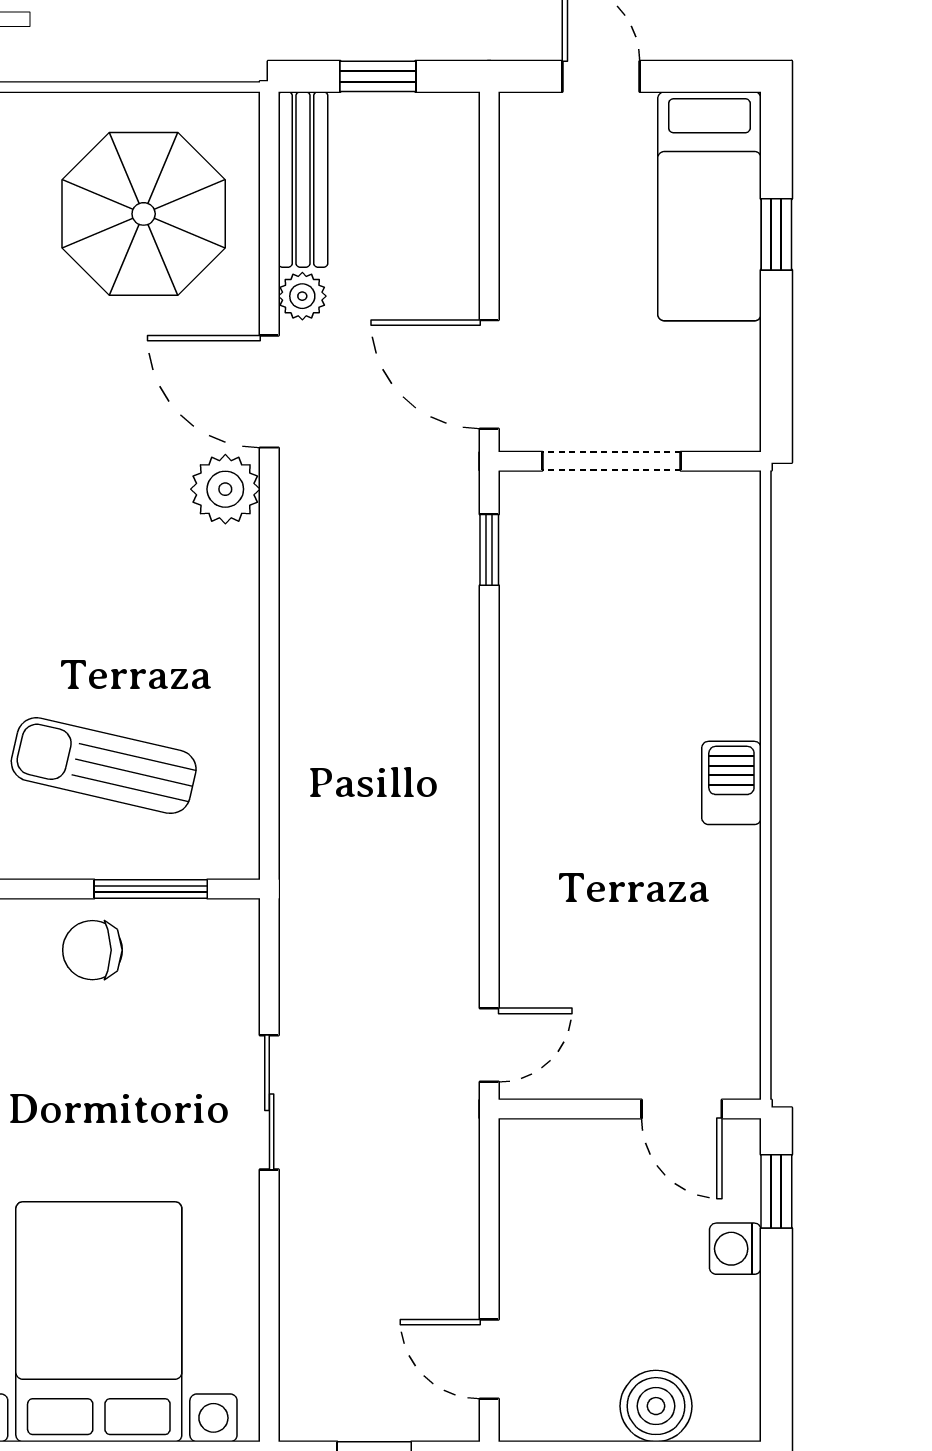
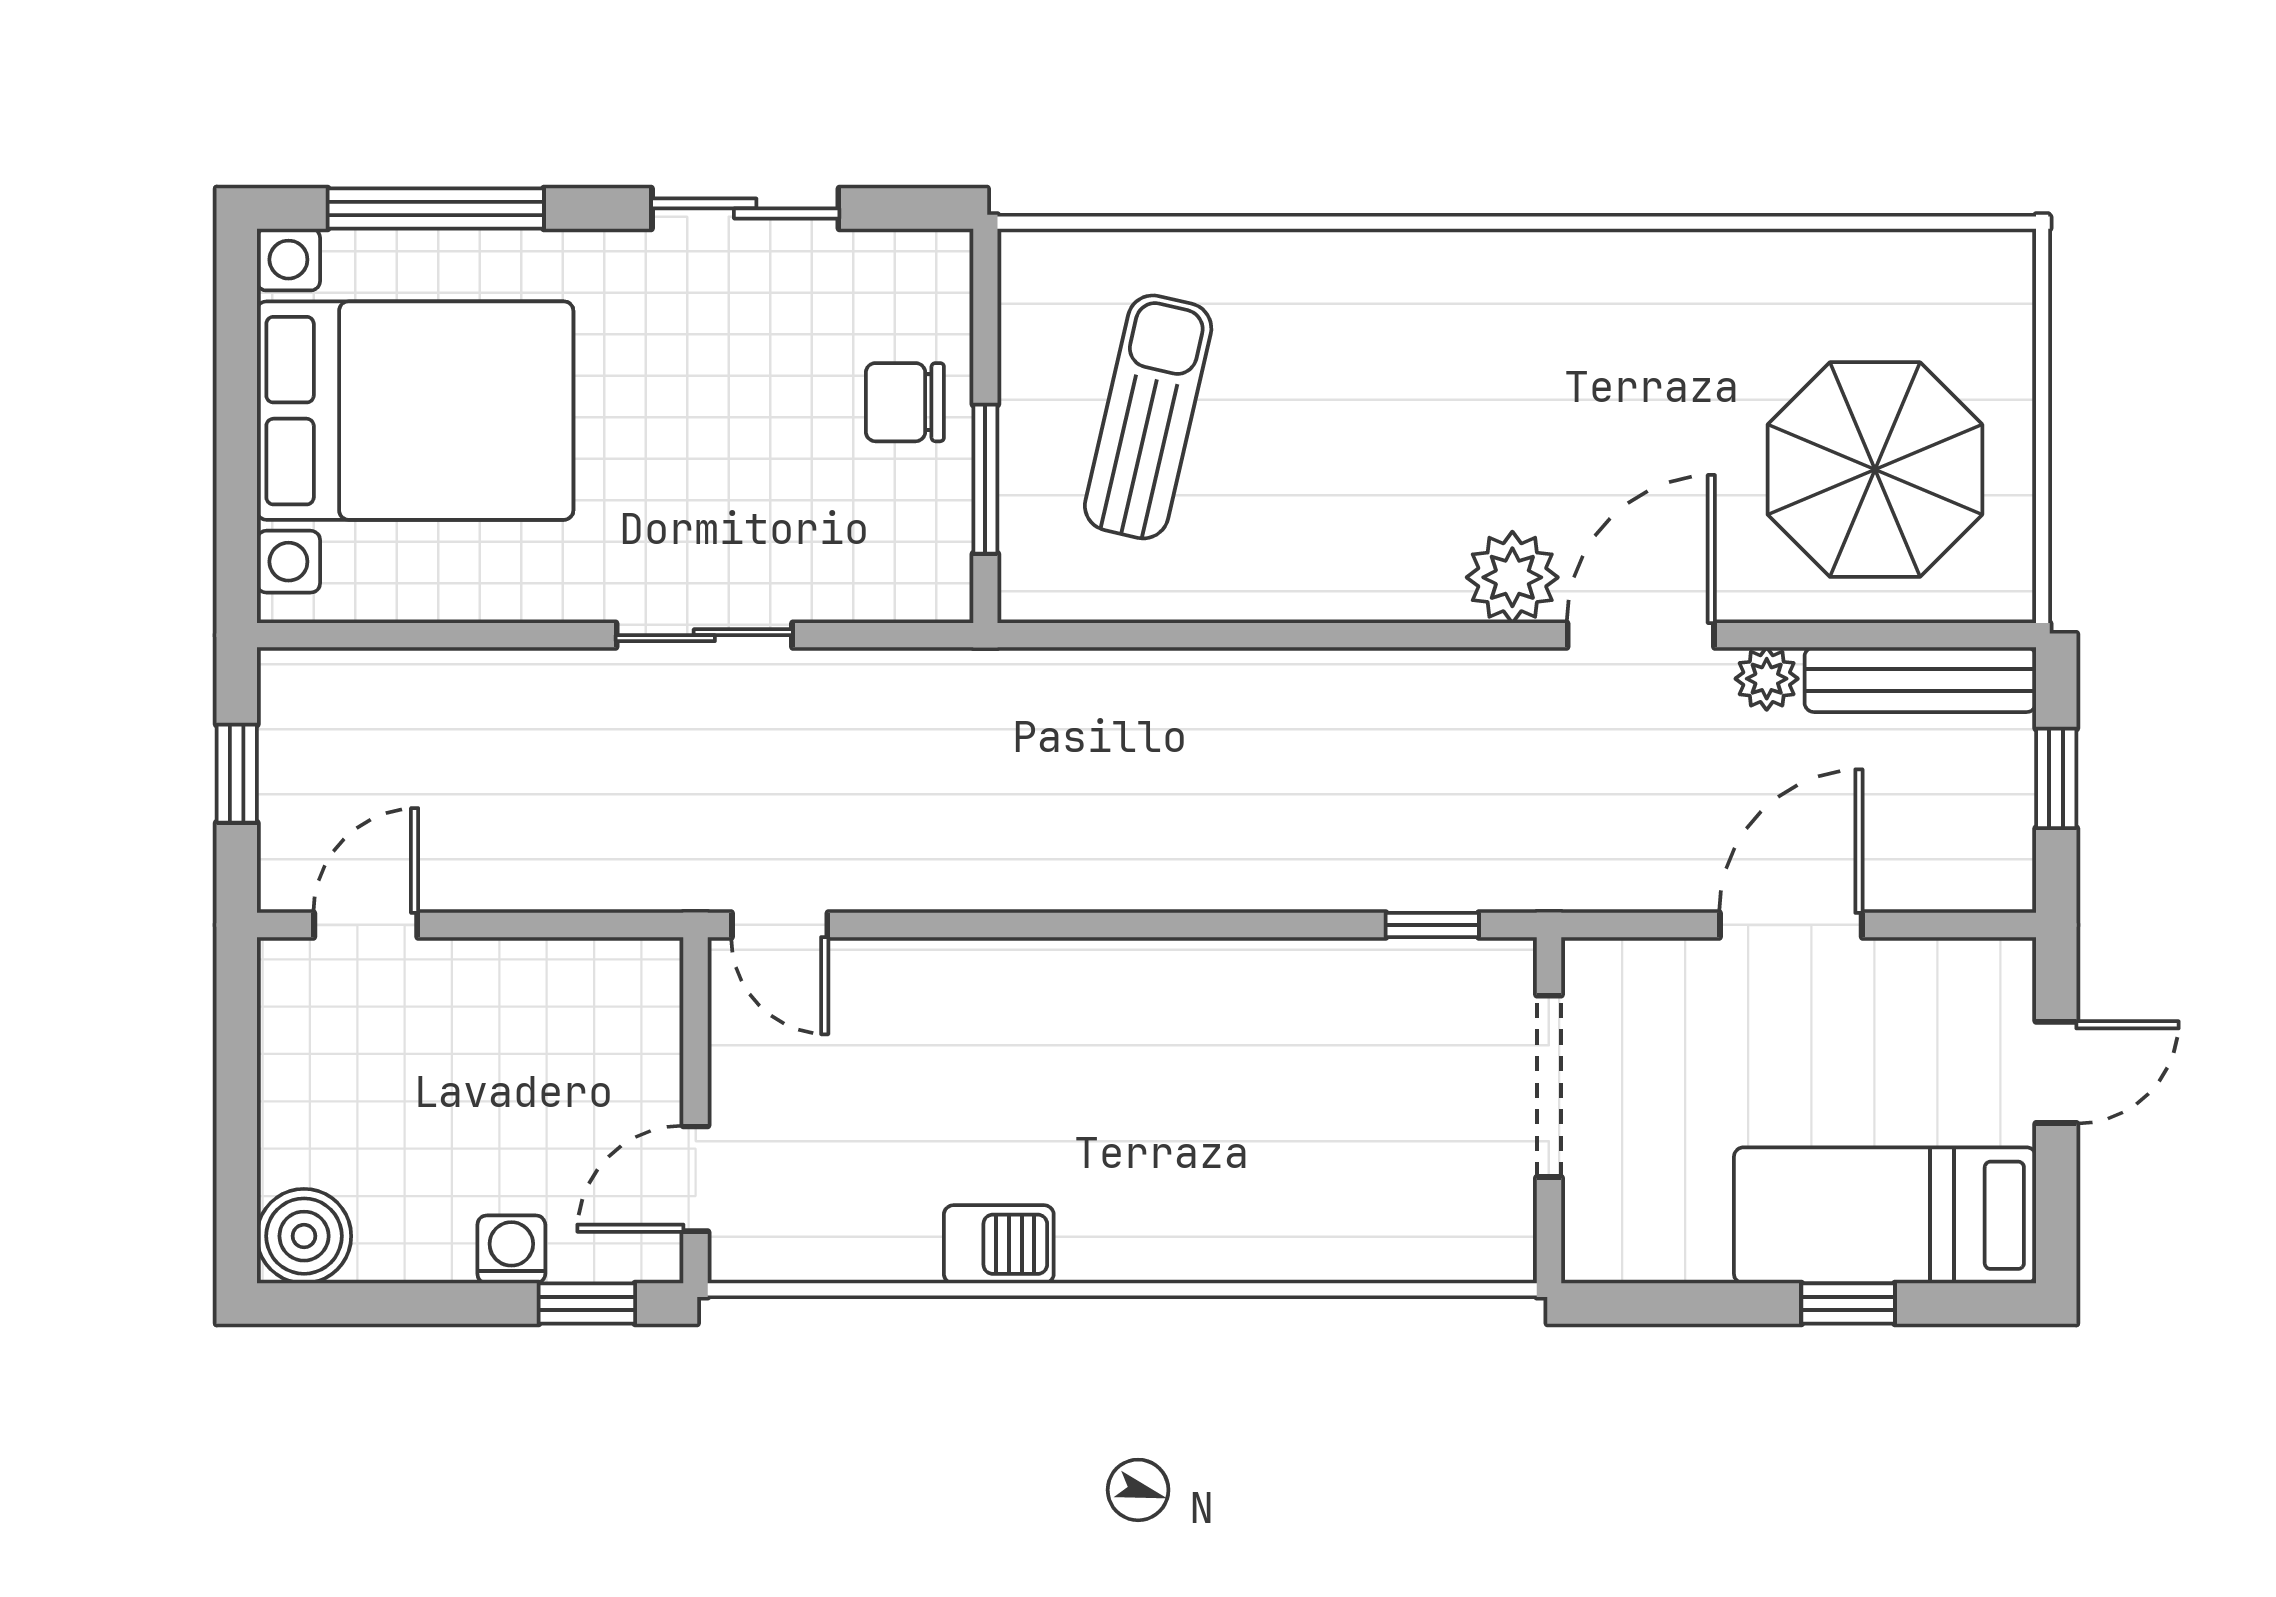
door: (489, 374) -> (1791, 925), moved
barbecue: (731, 783) -> (999, 1244), moved
chair: (92, 950) -> (905, 402), turned -90
boiler: (656, 1406) -> (304, 1236), moved

